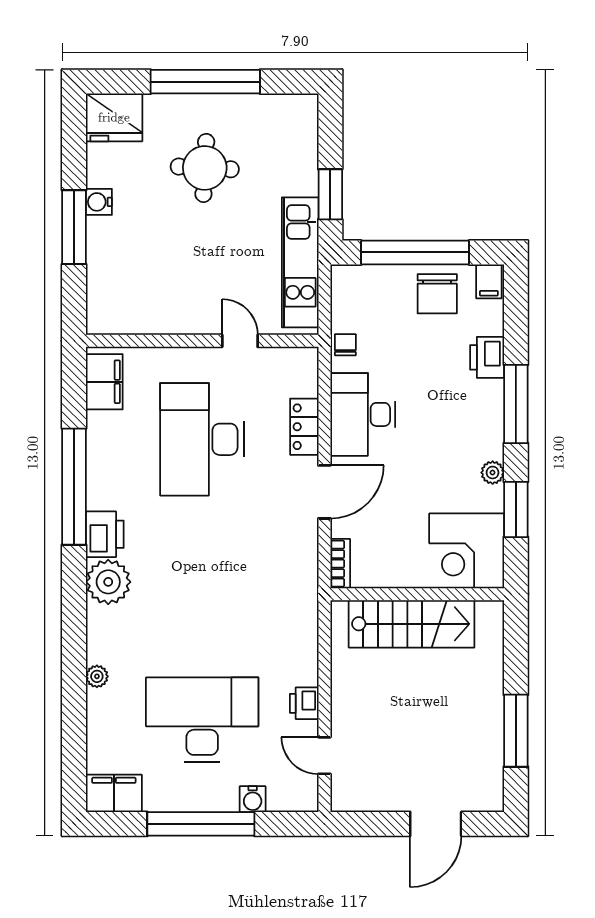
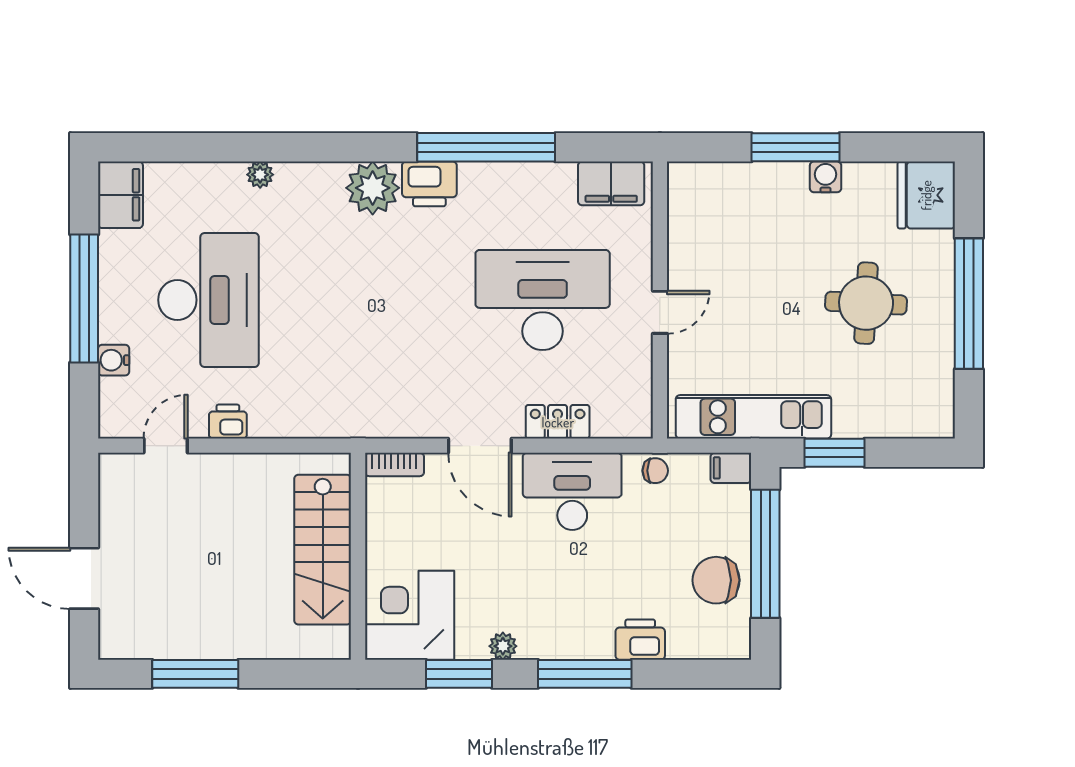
filing cabinet: (489, 281) -> (731, 468), moved
door: (240, 341) -> (660, 312), moved

